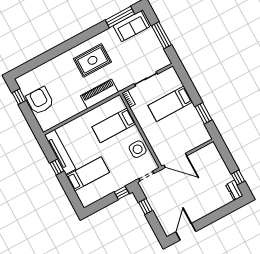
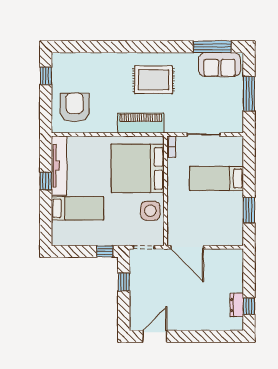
armchair: (40, 101) -> (75, 107), moved
bed: (114, 125) -> (138, 168), width x2.04
dresser: (234, 190) -> (237, 305), moved

